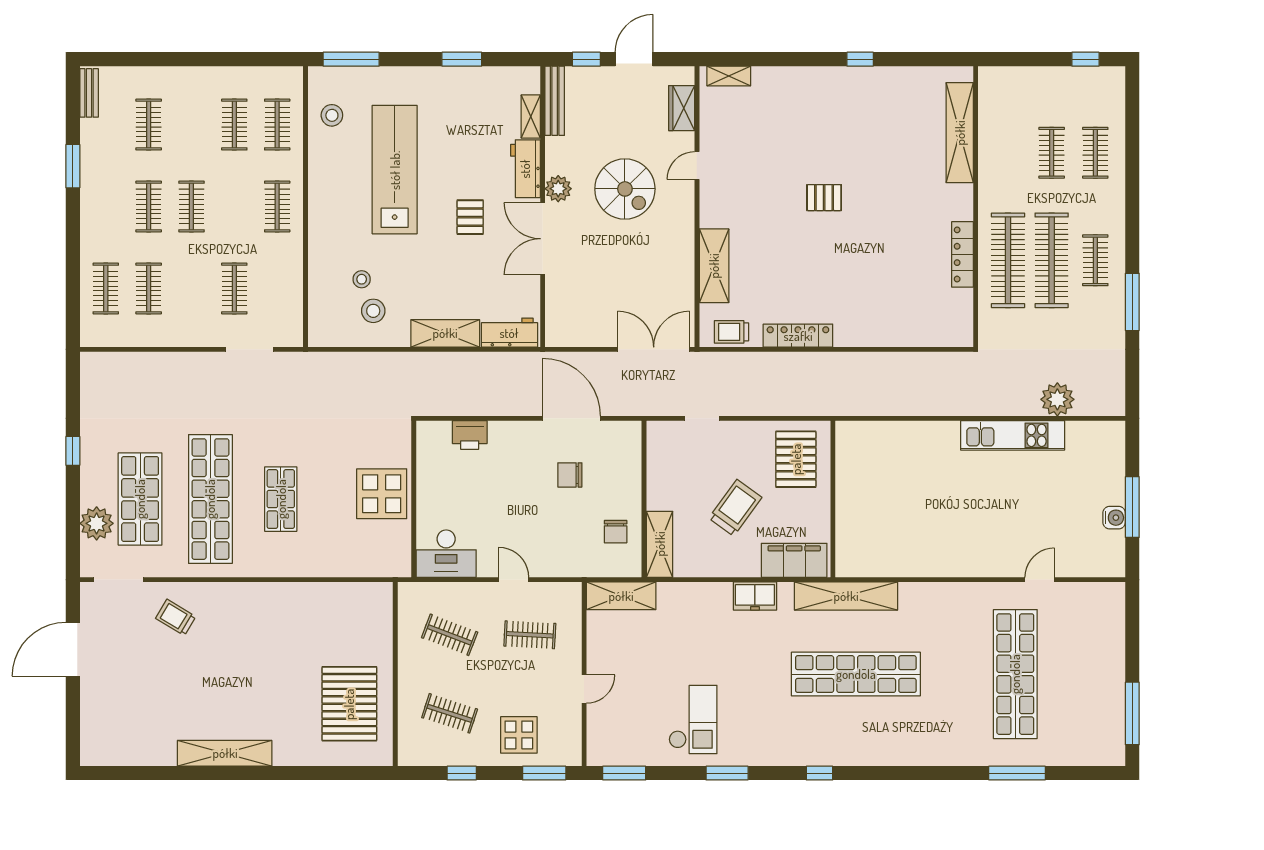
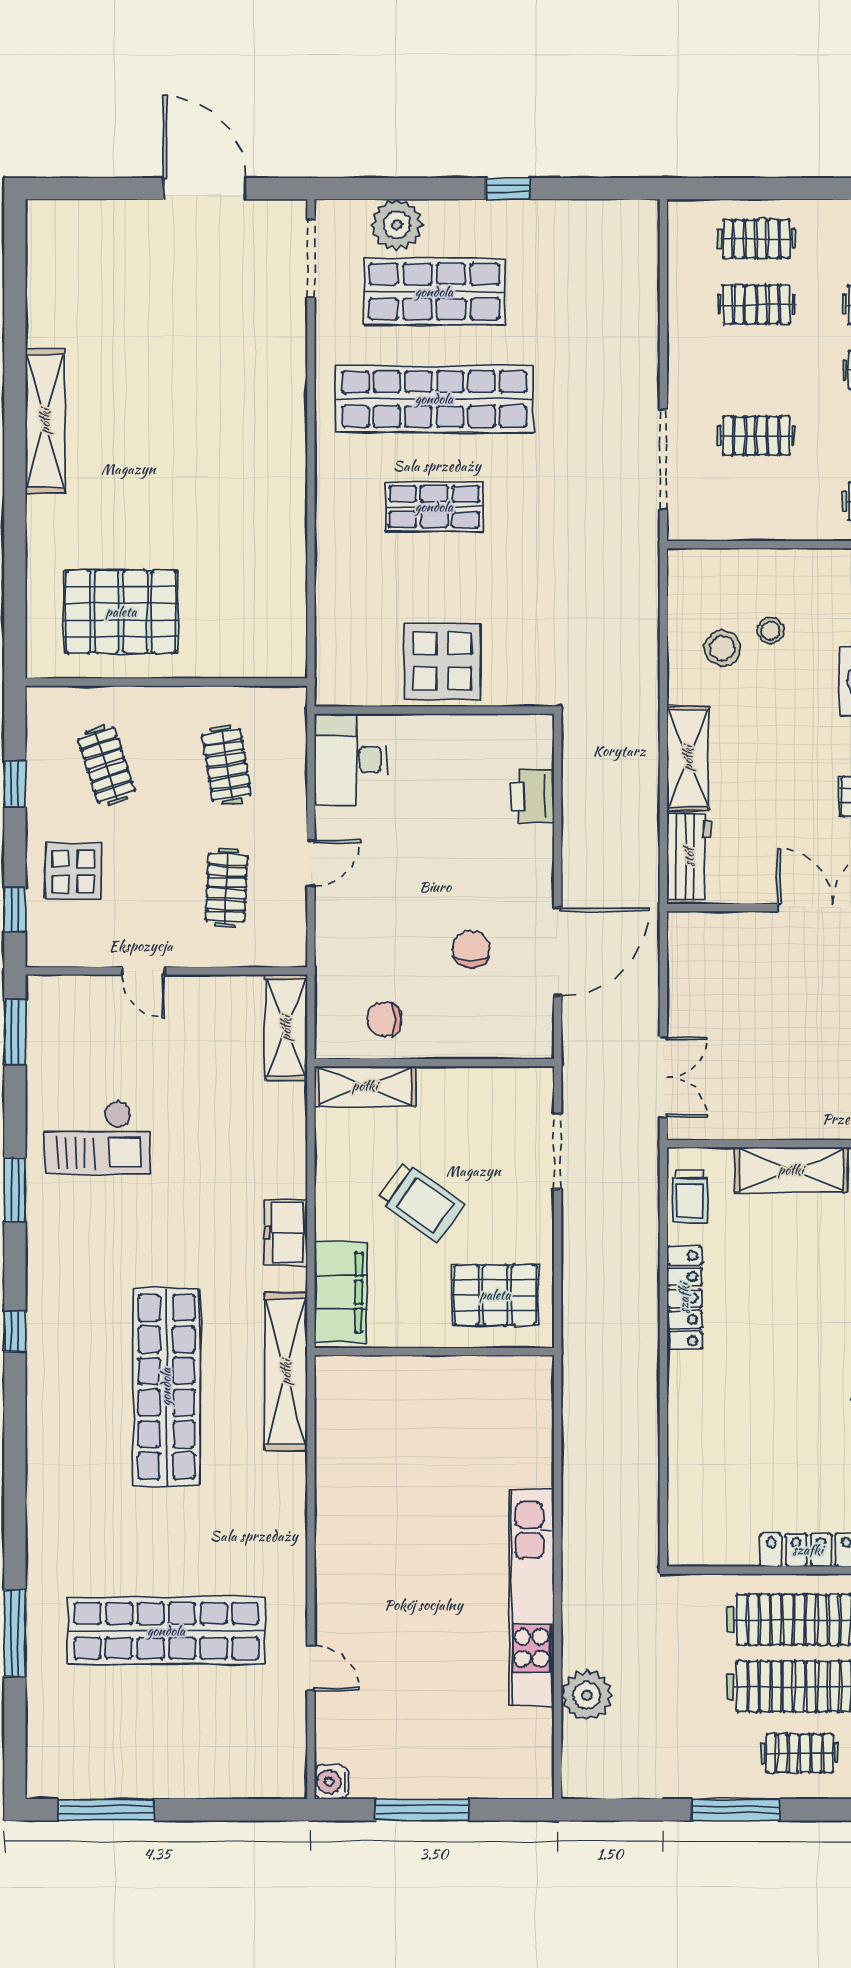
trolley: (732, 332) -> (690, 1197), turned 180
doorway: (250, 349) -> (663, 460), width x1.36
double door: (654, 349) -> (663, 1077), width x0.73
doorway: (702, 418) -> (558, 1151), width x1.38
kitchen unit: (1013, 435) -> (532, 1598), width x1.36
water cooler: (1114, 518) -> (332, 1782), moved, turned 90
trolley: (176, 617) -> (253, 346), removed
clothes rail: (450, 635) -> (226, 765), turned -30
clothes rail: (450, 713) -> (106, 765), turned -36
window: (544, 773) -> (15, 910), width x0.67

